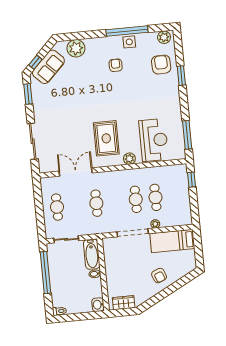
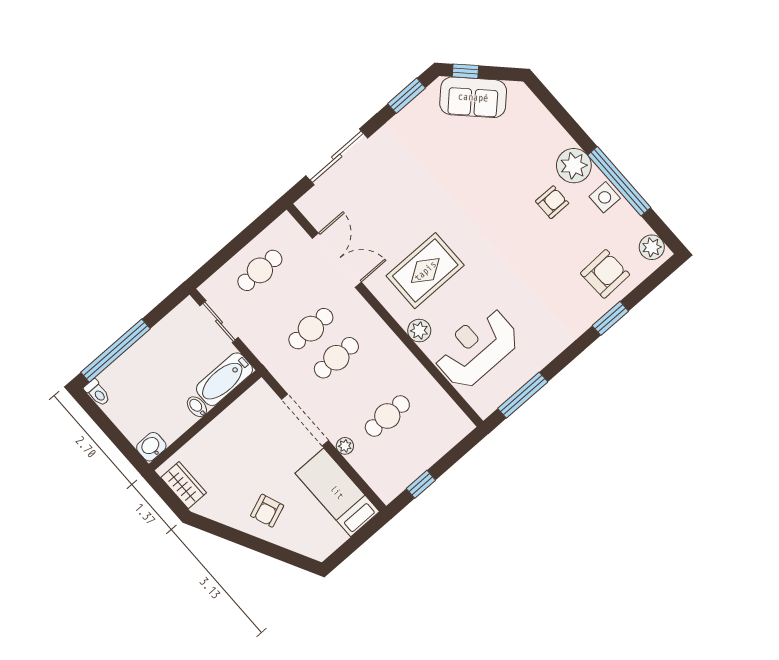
plant: (76, 48) -> (574, 166), moved
reception desk: (154, 140) -> (476, 348), turned 180
window: (191, 180) -> (421, 484), moved
cafe table: (136, 199) -> (336, 358), moved
window: (46, 273) -> (116, 351), moved

